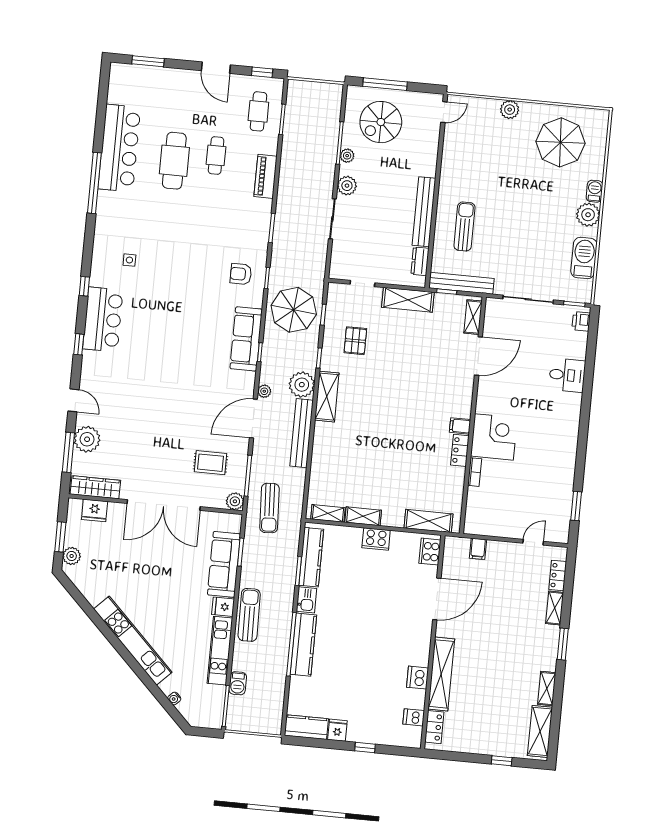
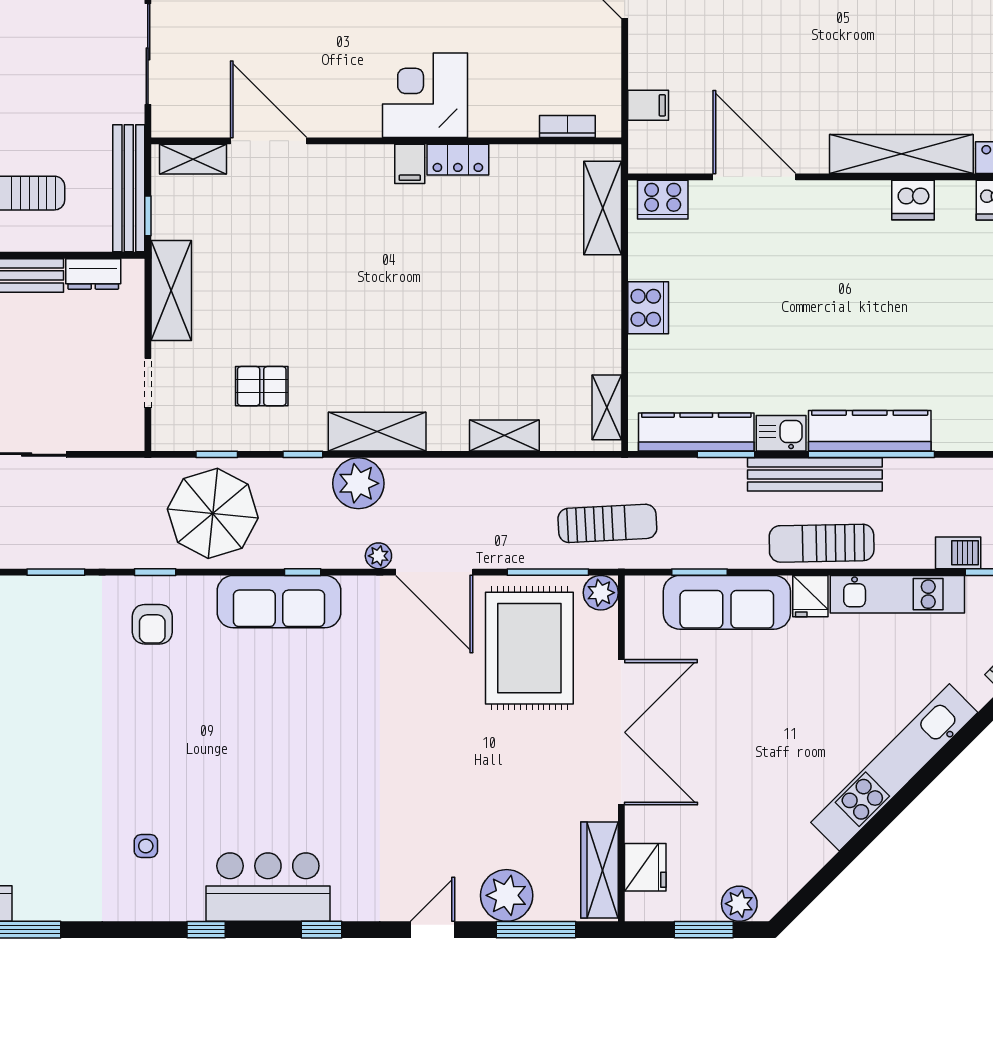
bench: (302, 433) -> (815, 474), moved
rug: (210, 463) -> (529, 648), width x1.86, depth x2.06
bookcase: (475, 472) -> (567, 127), moved
shelving: (363, 516) -> (504, 436), moved, turned 90

